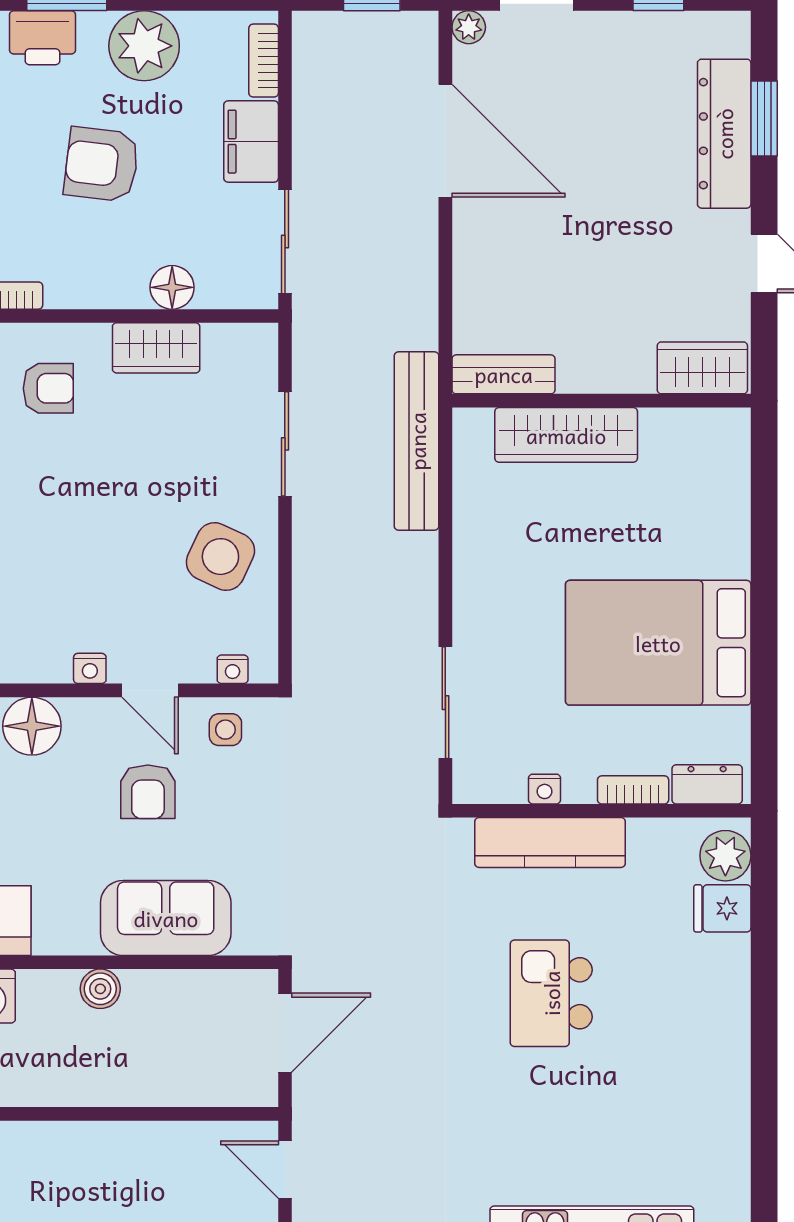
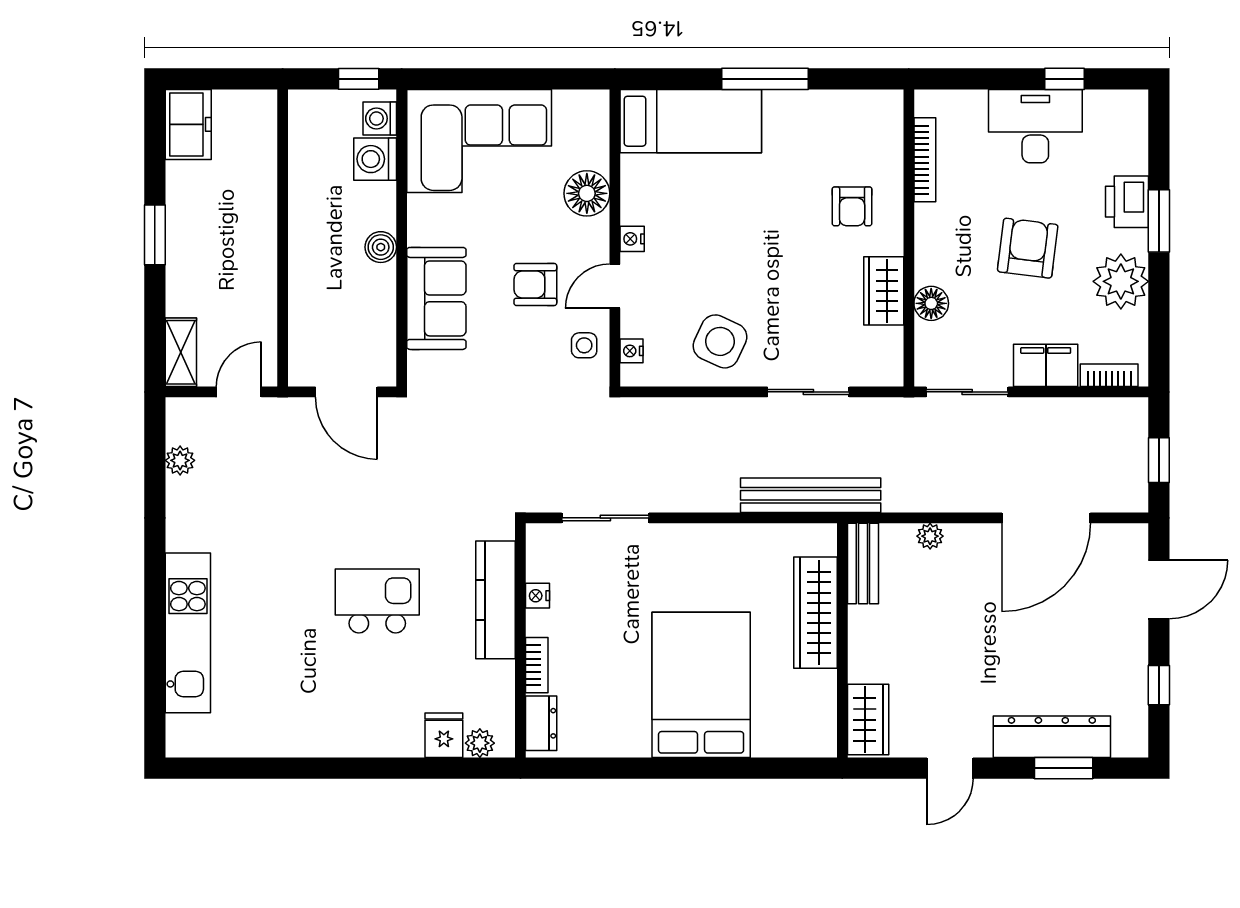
plant: (469, 27) -> (930, 536), moved
bed: (658, 643) -> (701, 685), moved
plant: (725, 856) -> (480, 743), width x0.73, depth x0.73

